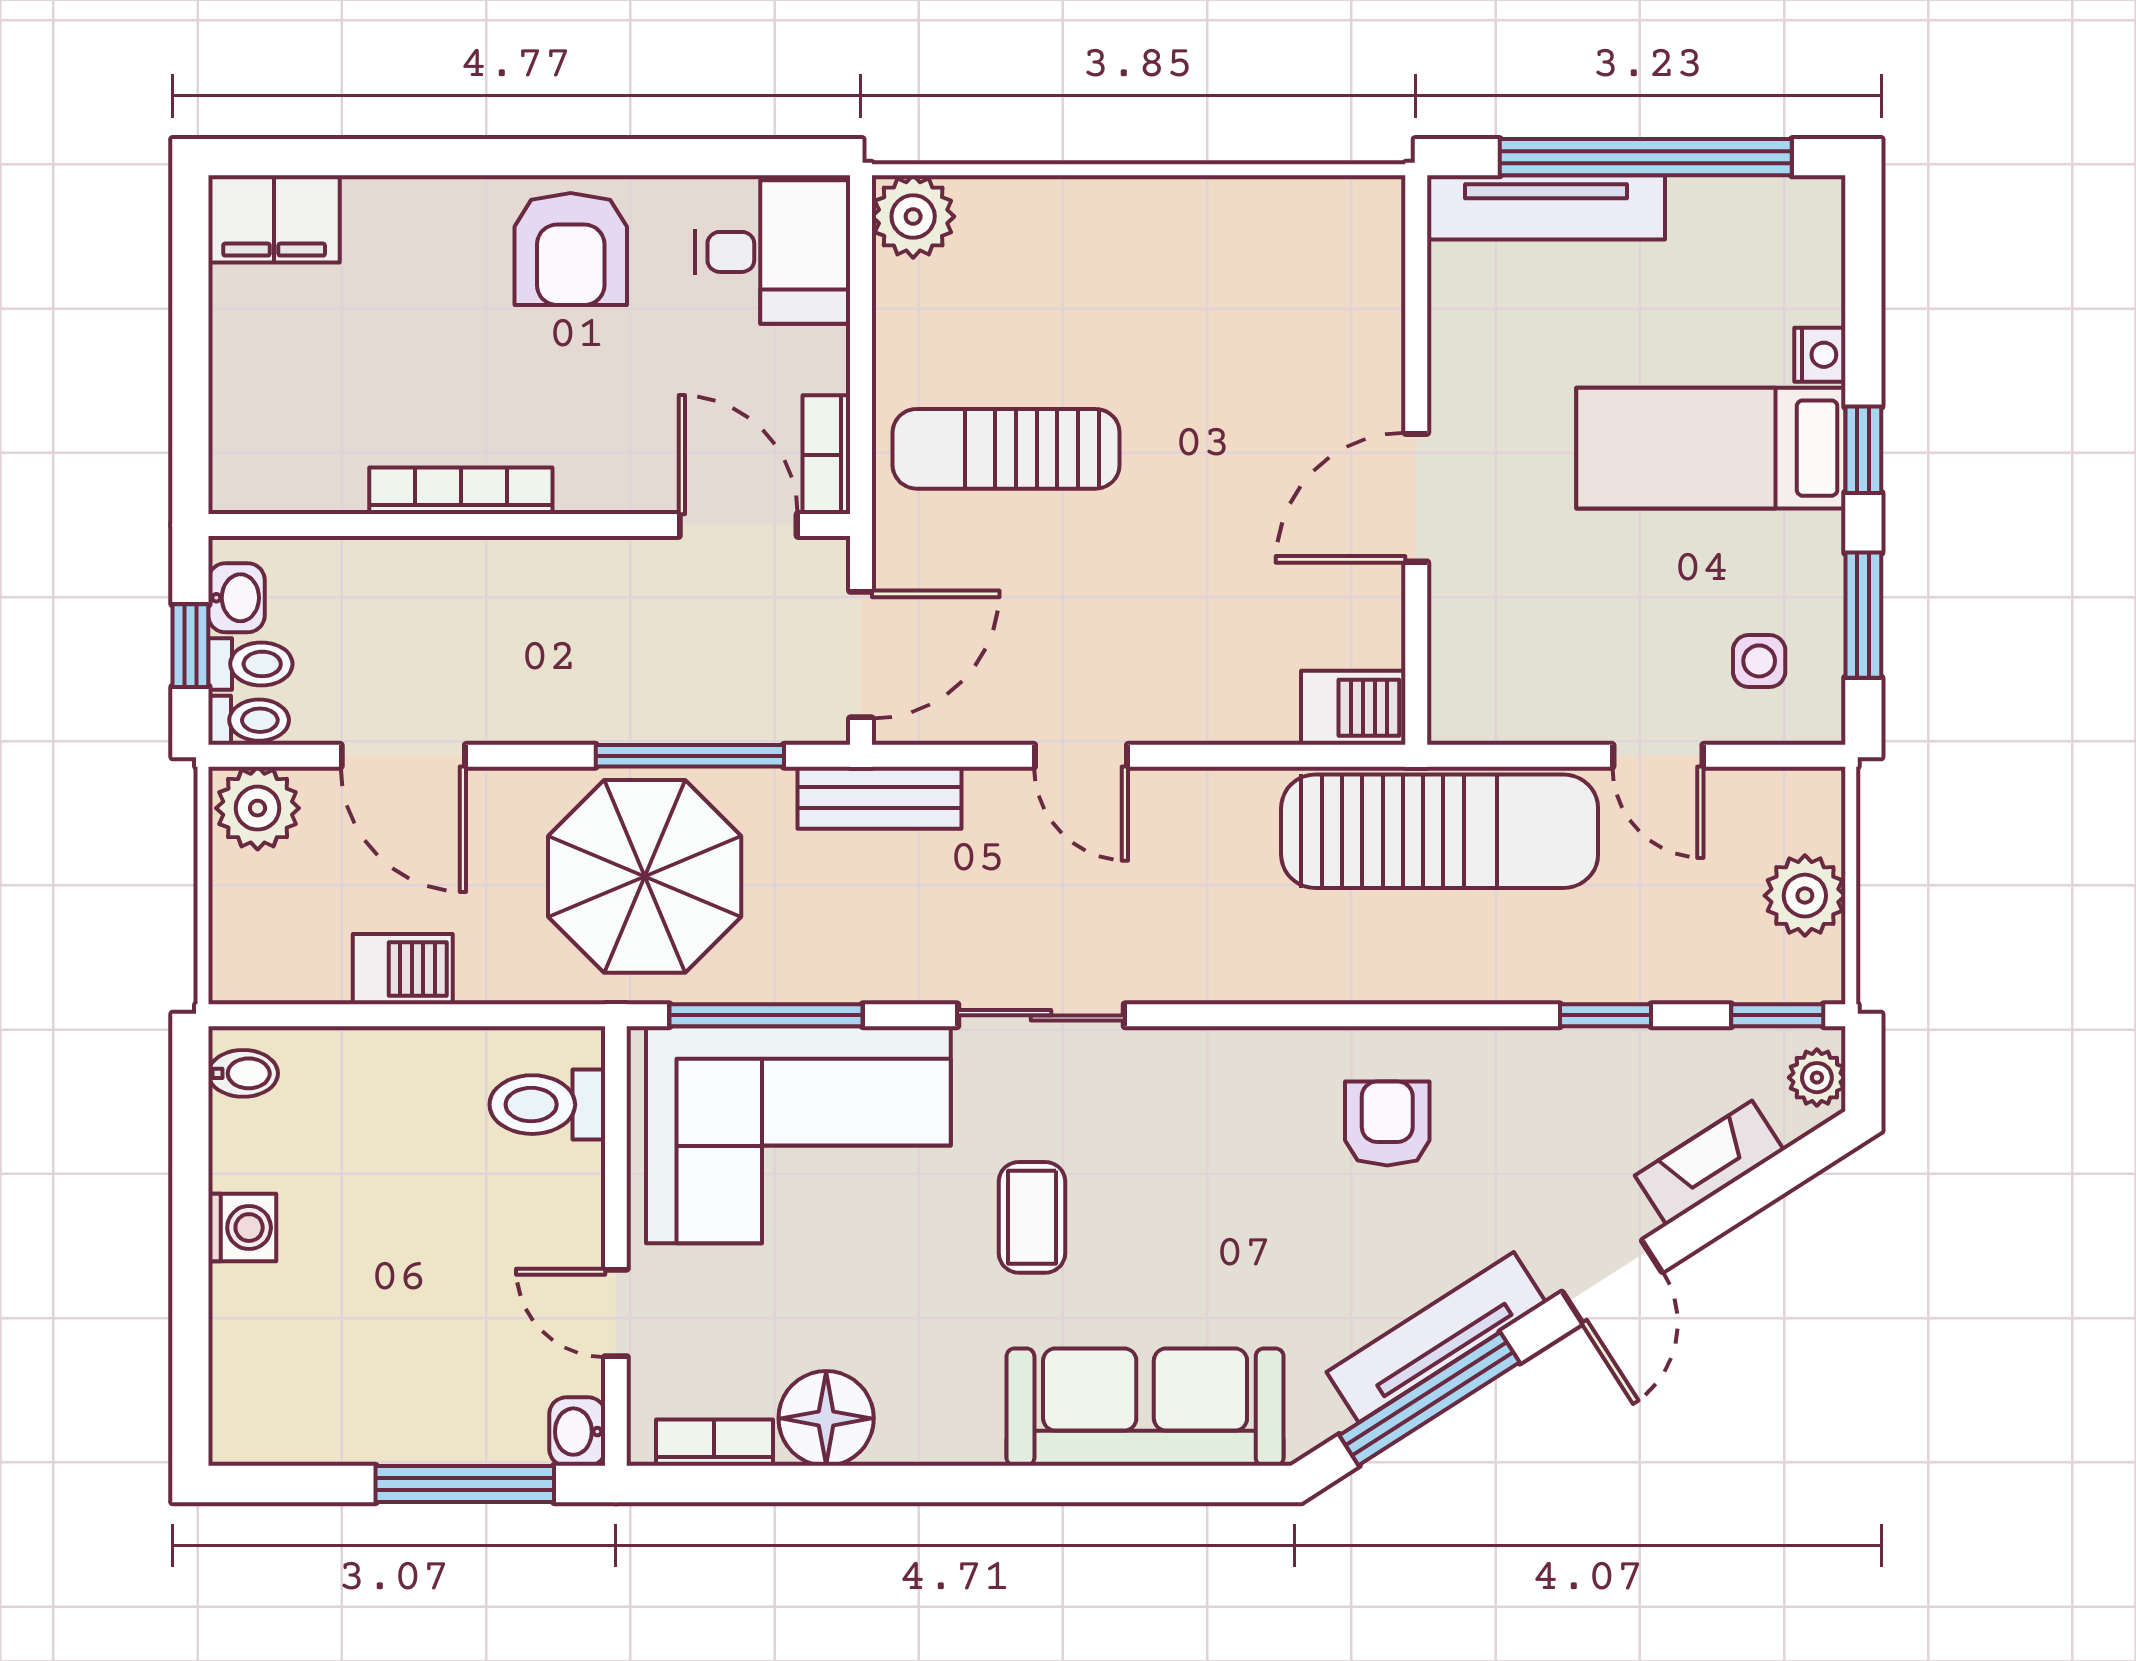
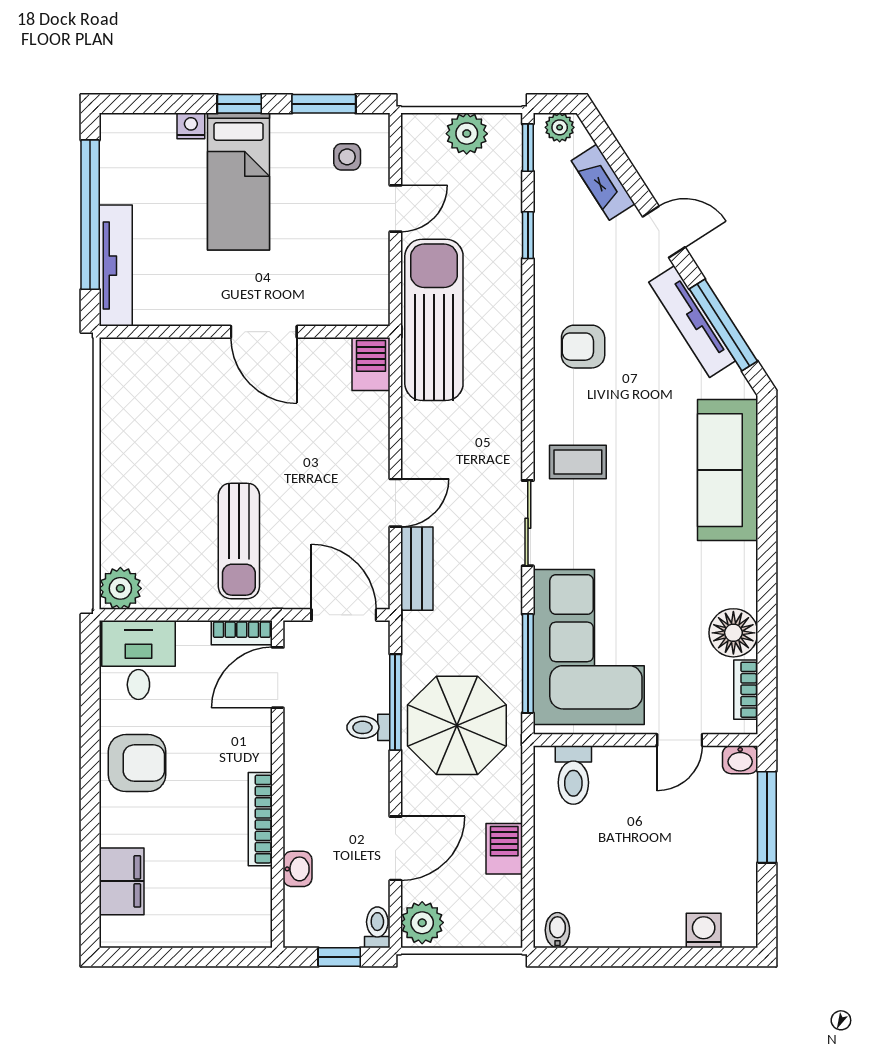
filing cabinet: (274, 219) -> (122, 881), moved
washbasin: (236, 598) -> (298, 869), moved, turned 90
toilet: (250, 664) -> (368, 727), moved, turned -90
bench: (879, 798) -> (417, 569), moved
coffee table: (1032, 1217) -> (578, 462), moved
washing machine: (242, 1228) -> (704, 931), moved

